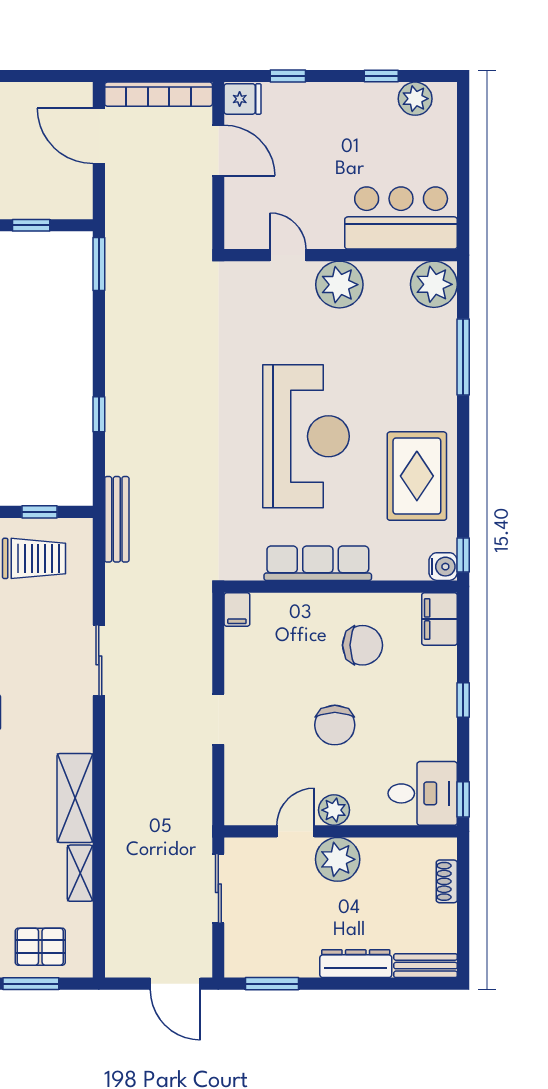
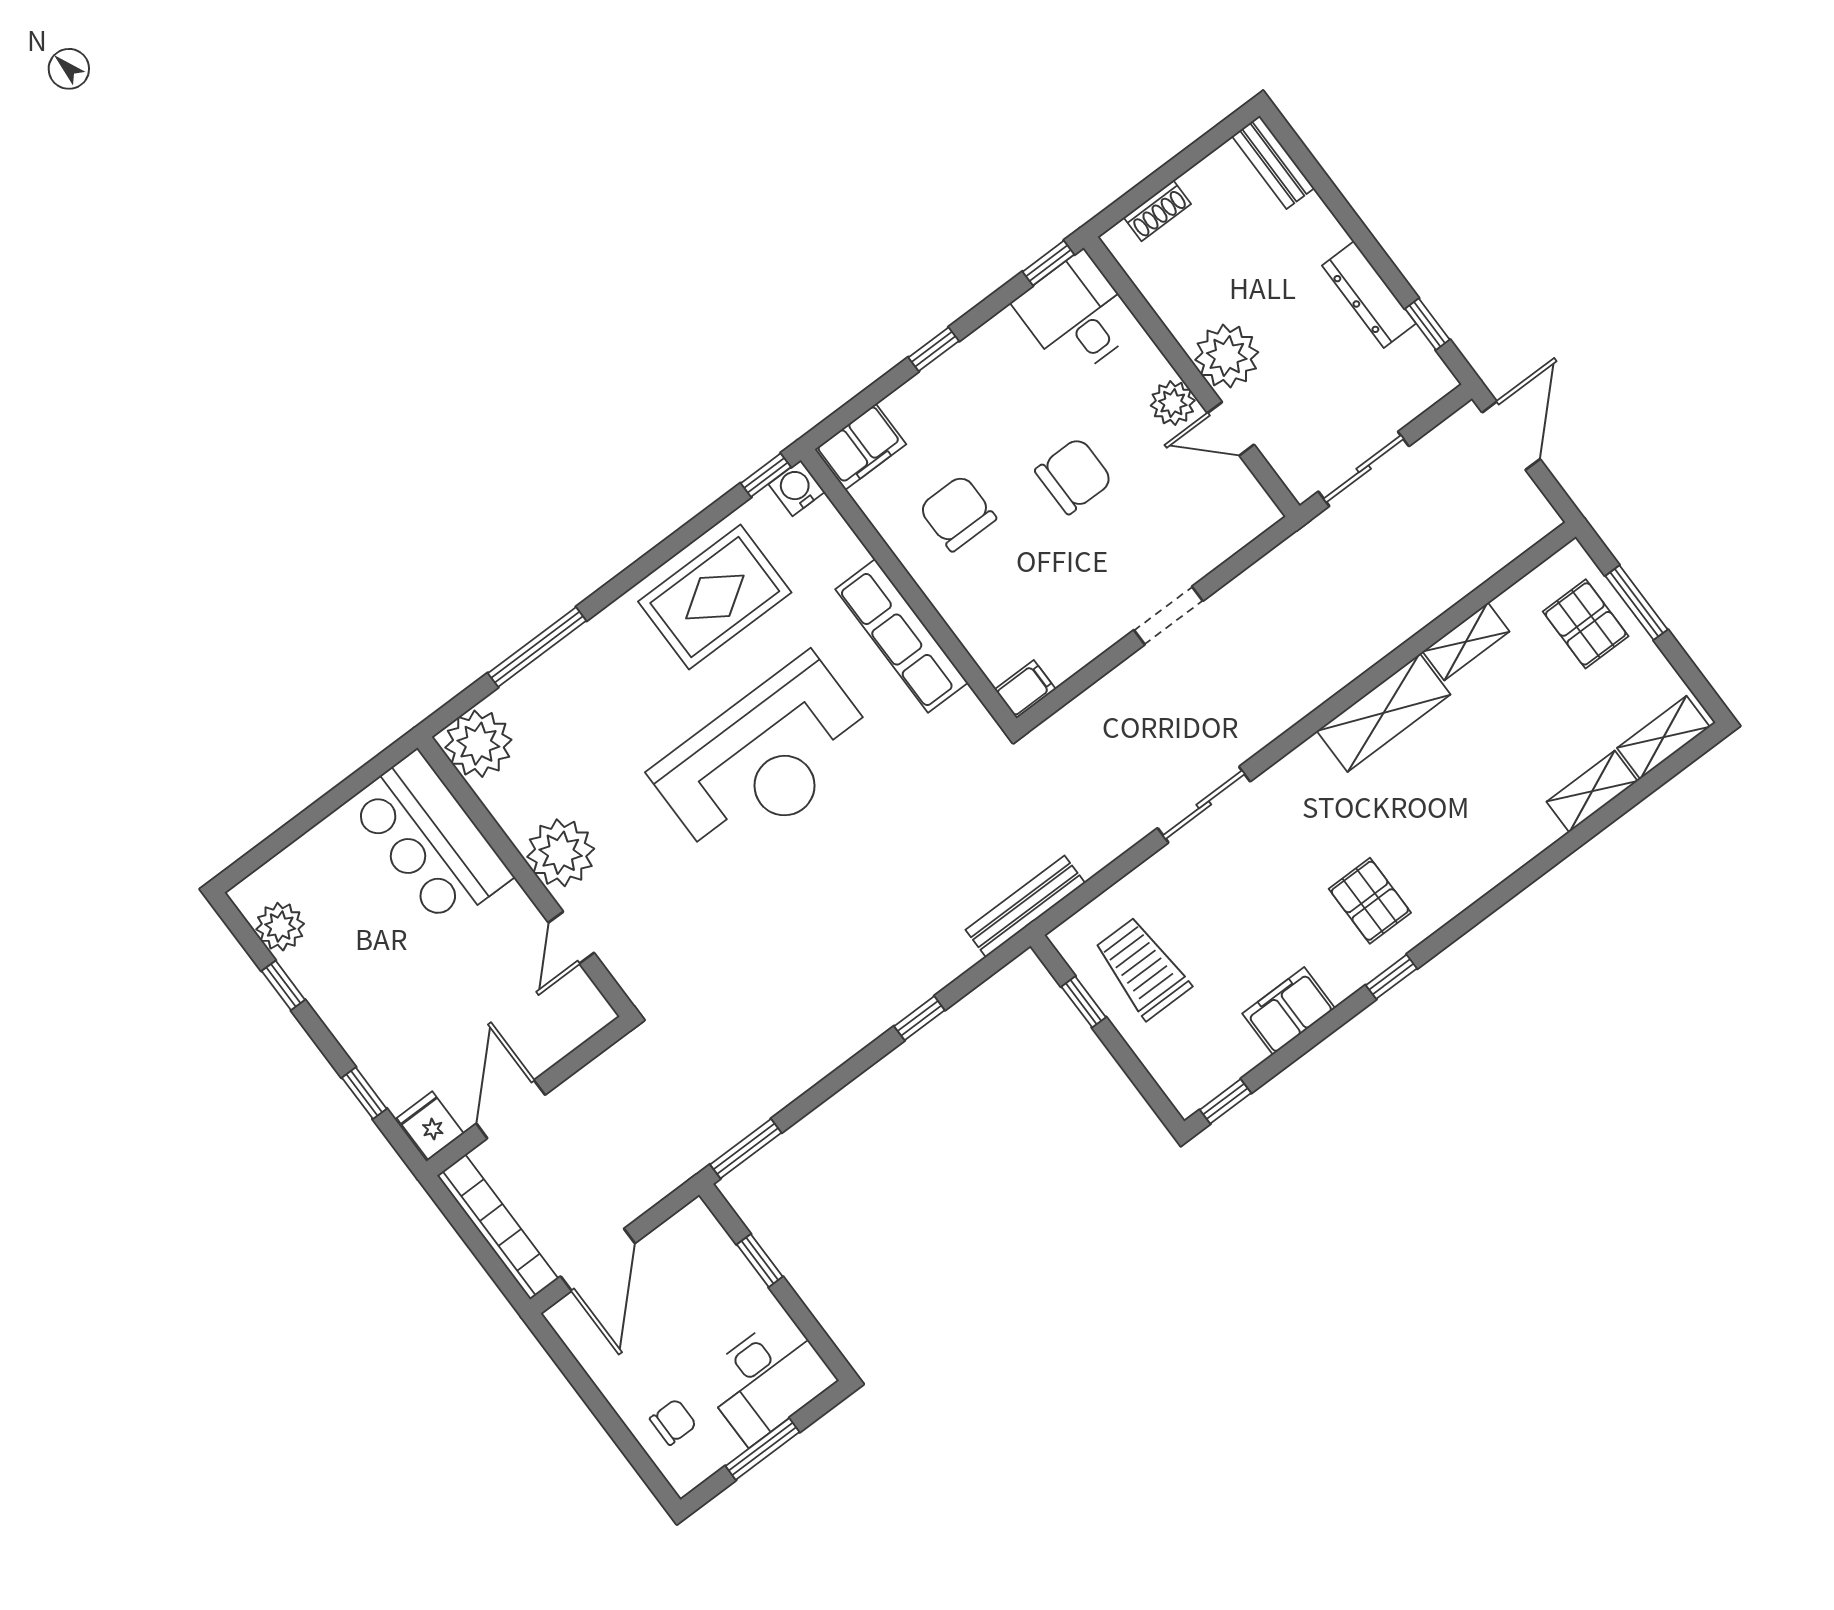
reception desk: (306, 436) -> (765, 760), turned 180
dresser: (356, 964) -> (1369, 295), moved
window: (272, 984) -> (1427, 324), width x0.67

